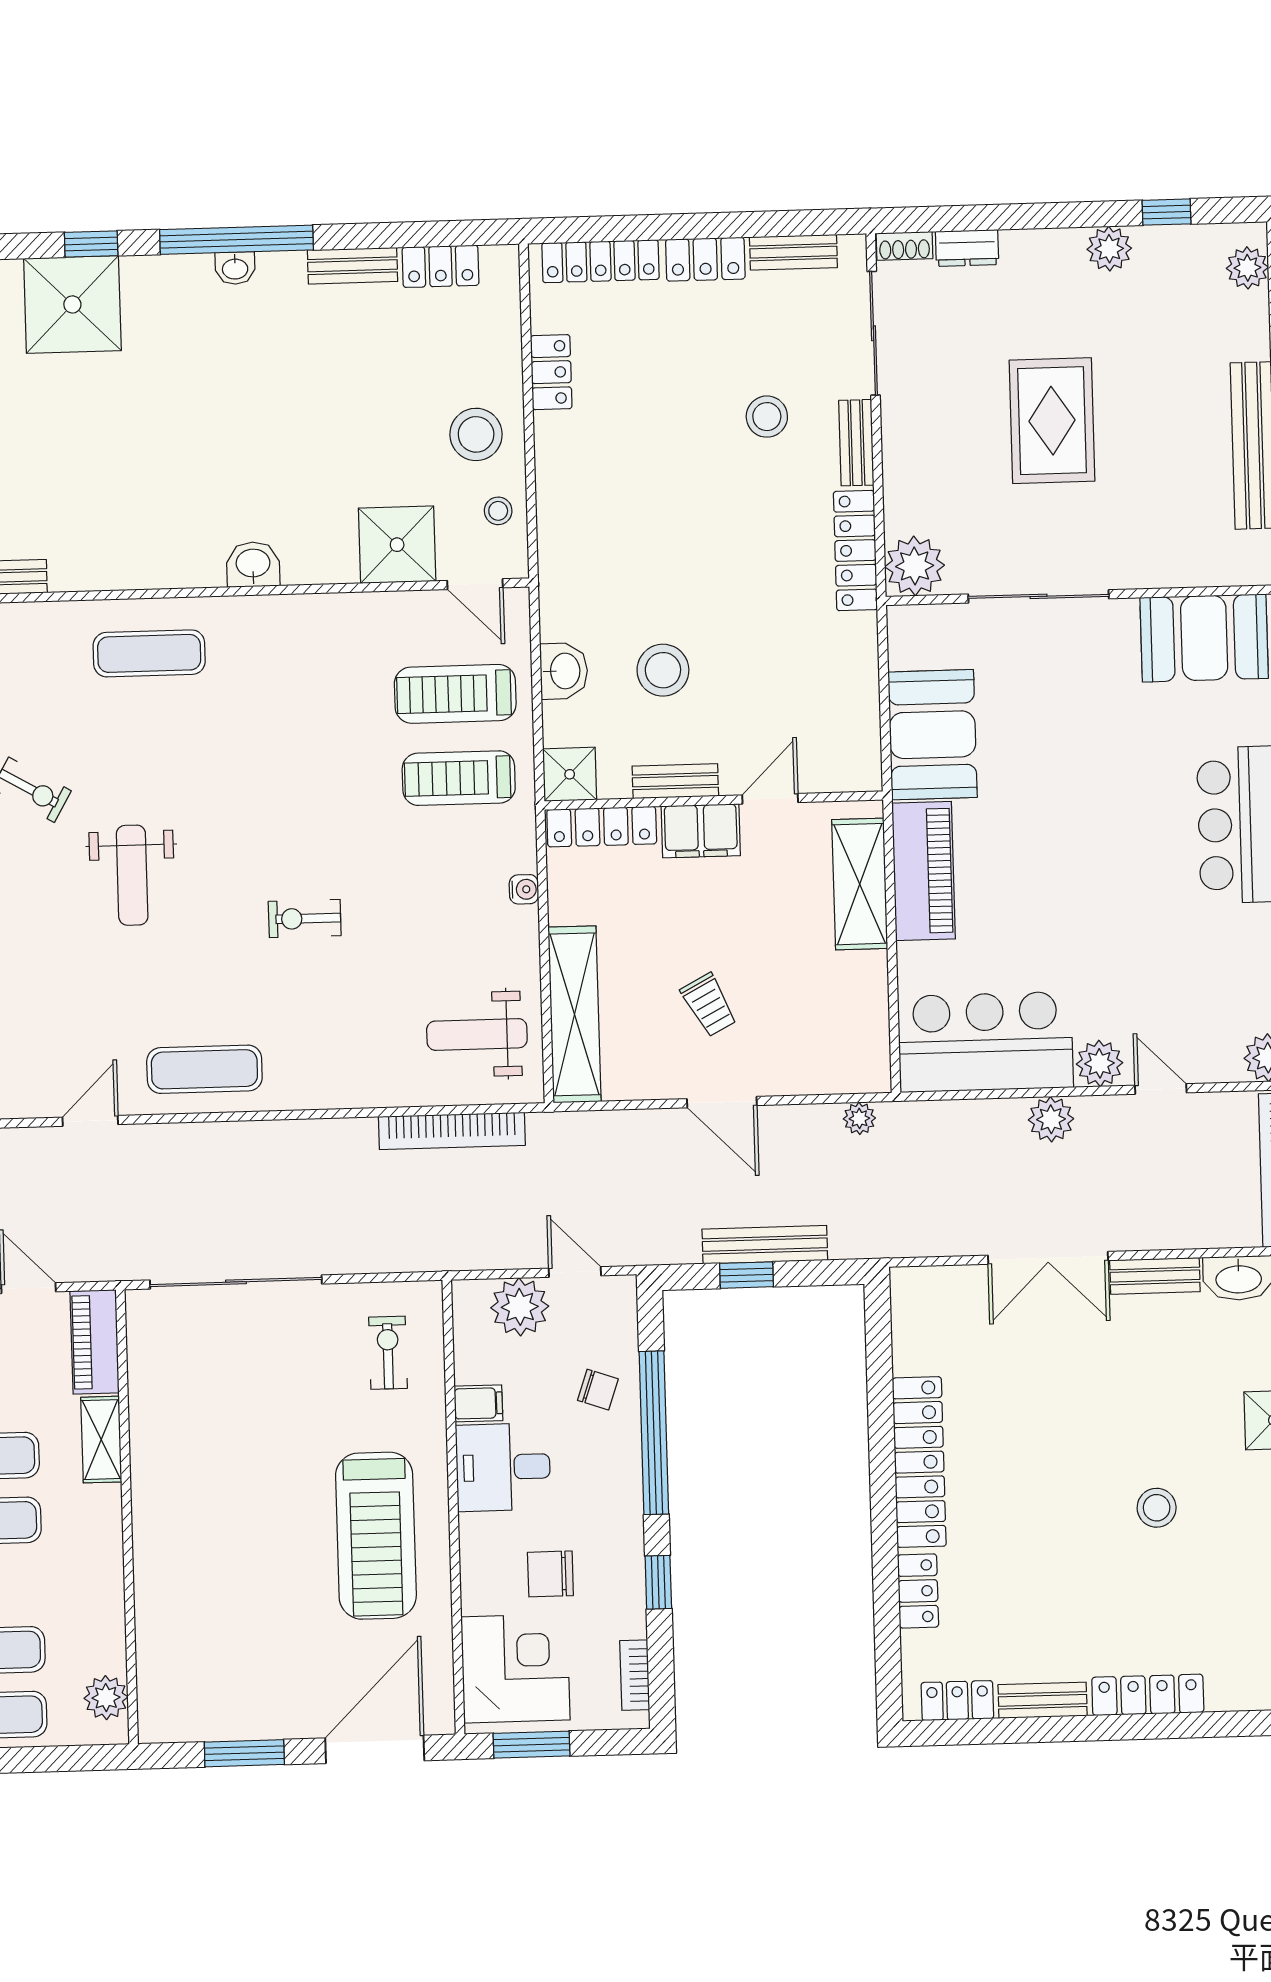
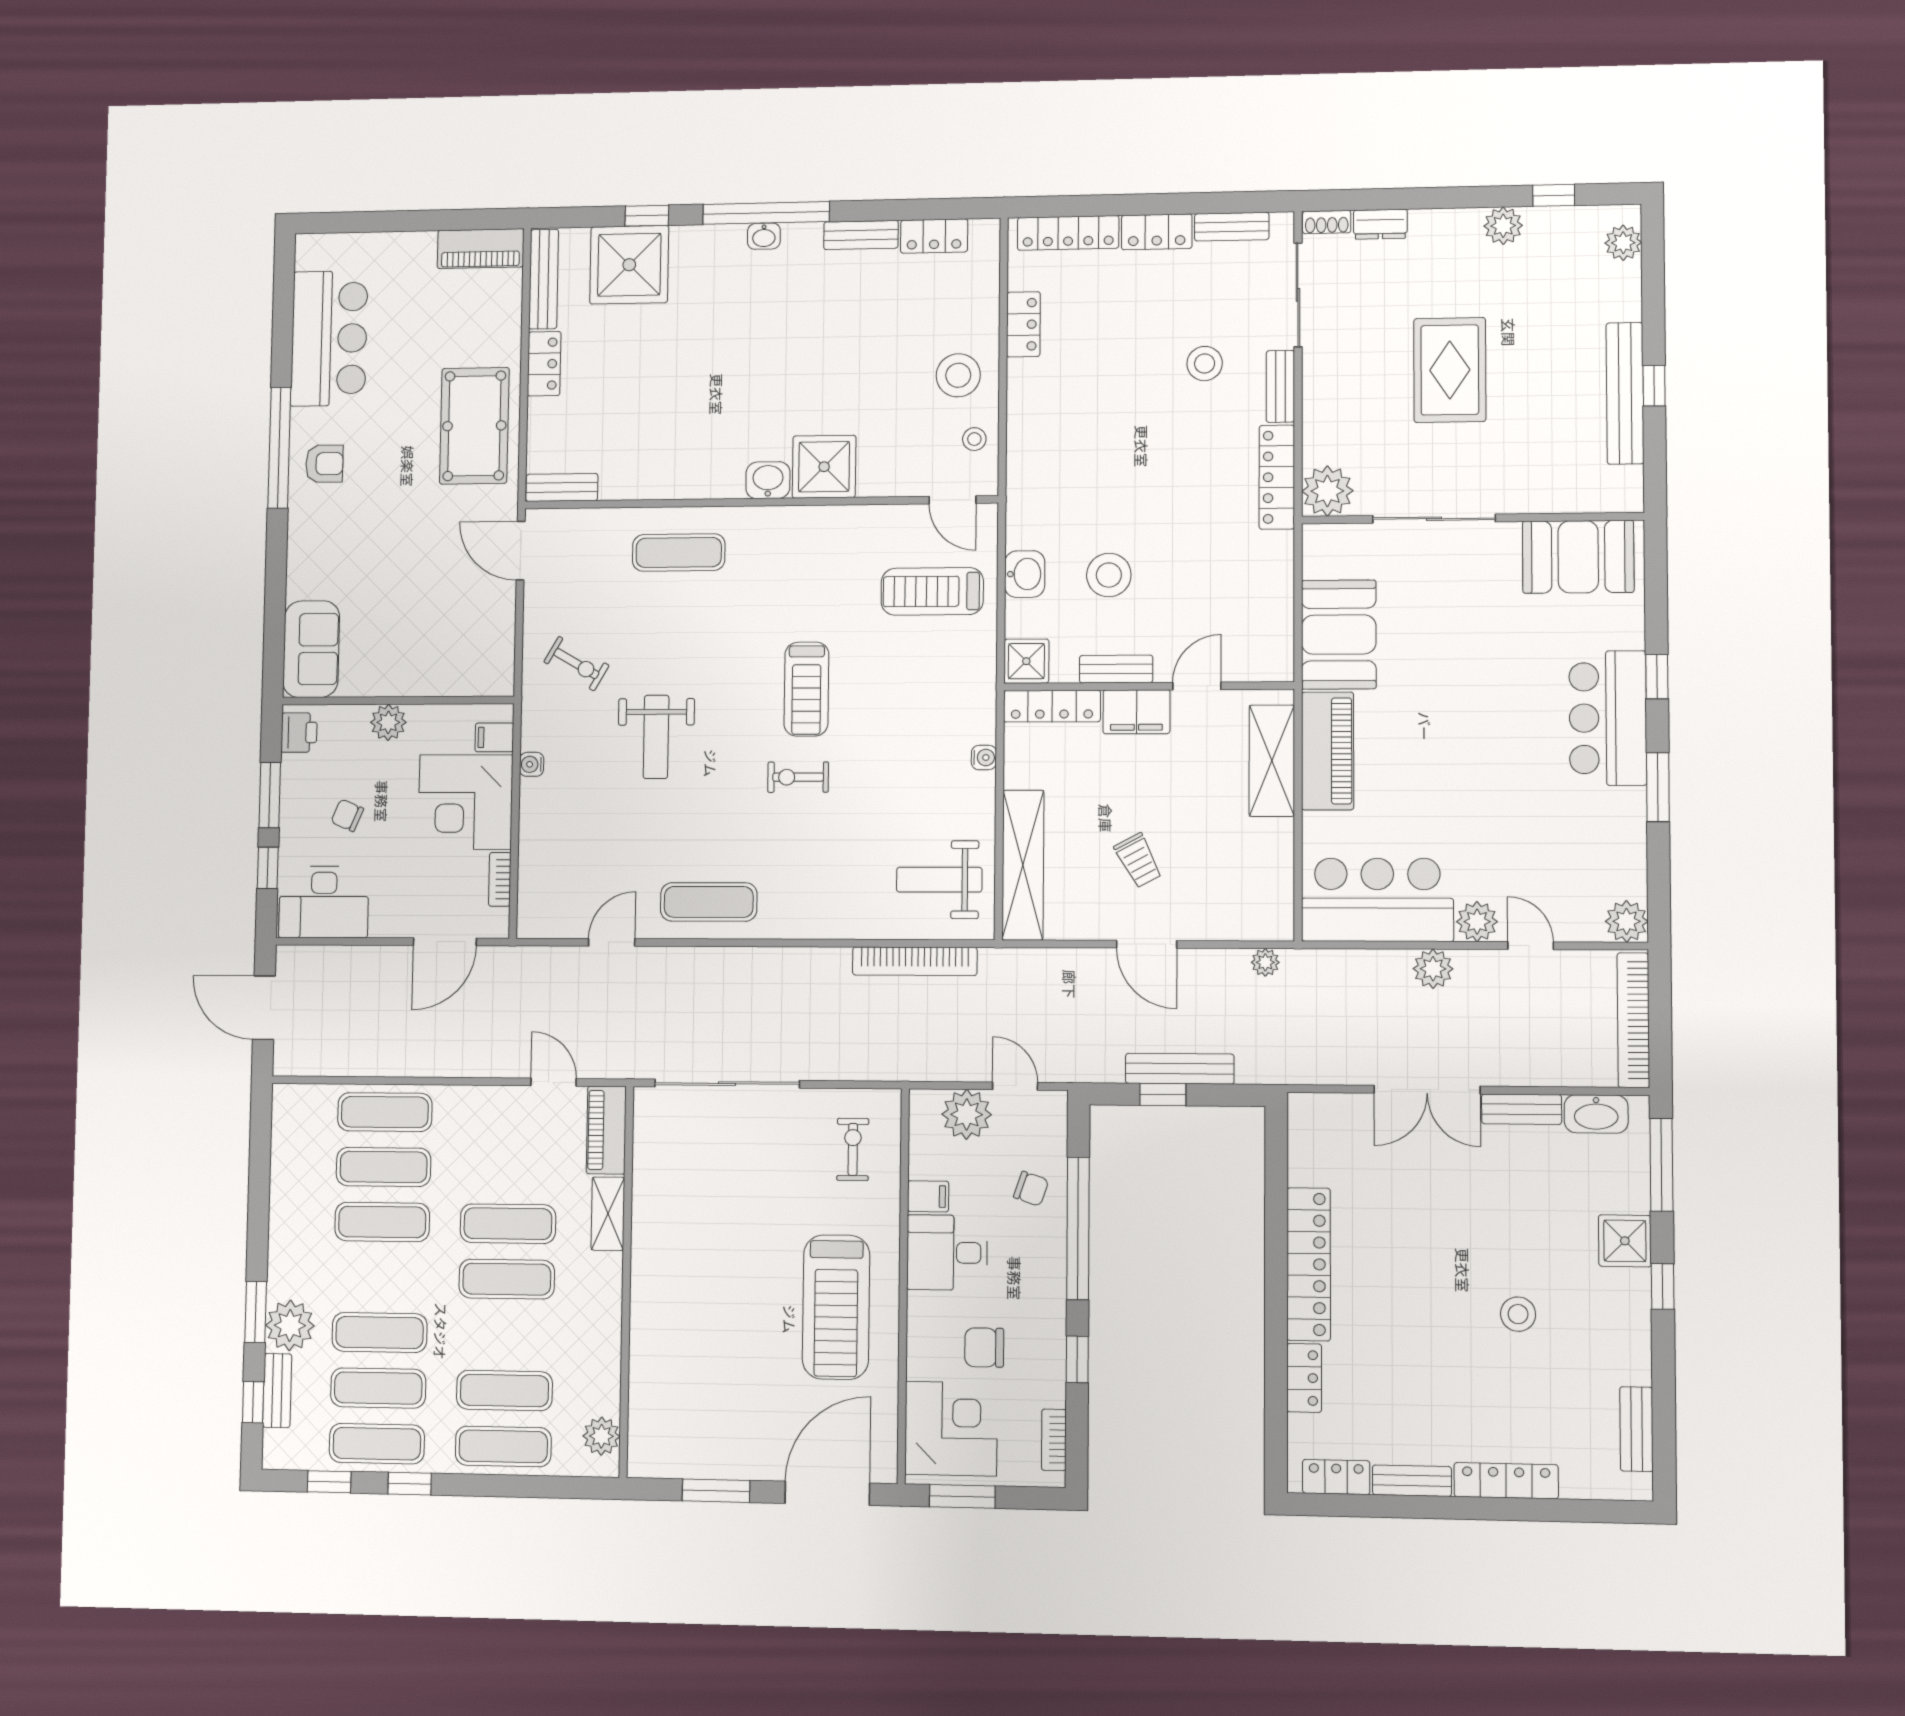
shower: (397, 545) -> (824, 467), moved
treadmill: (459, 778) -> (806, 689), moved, turned -90

